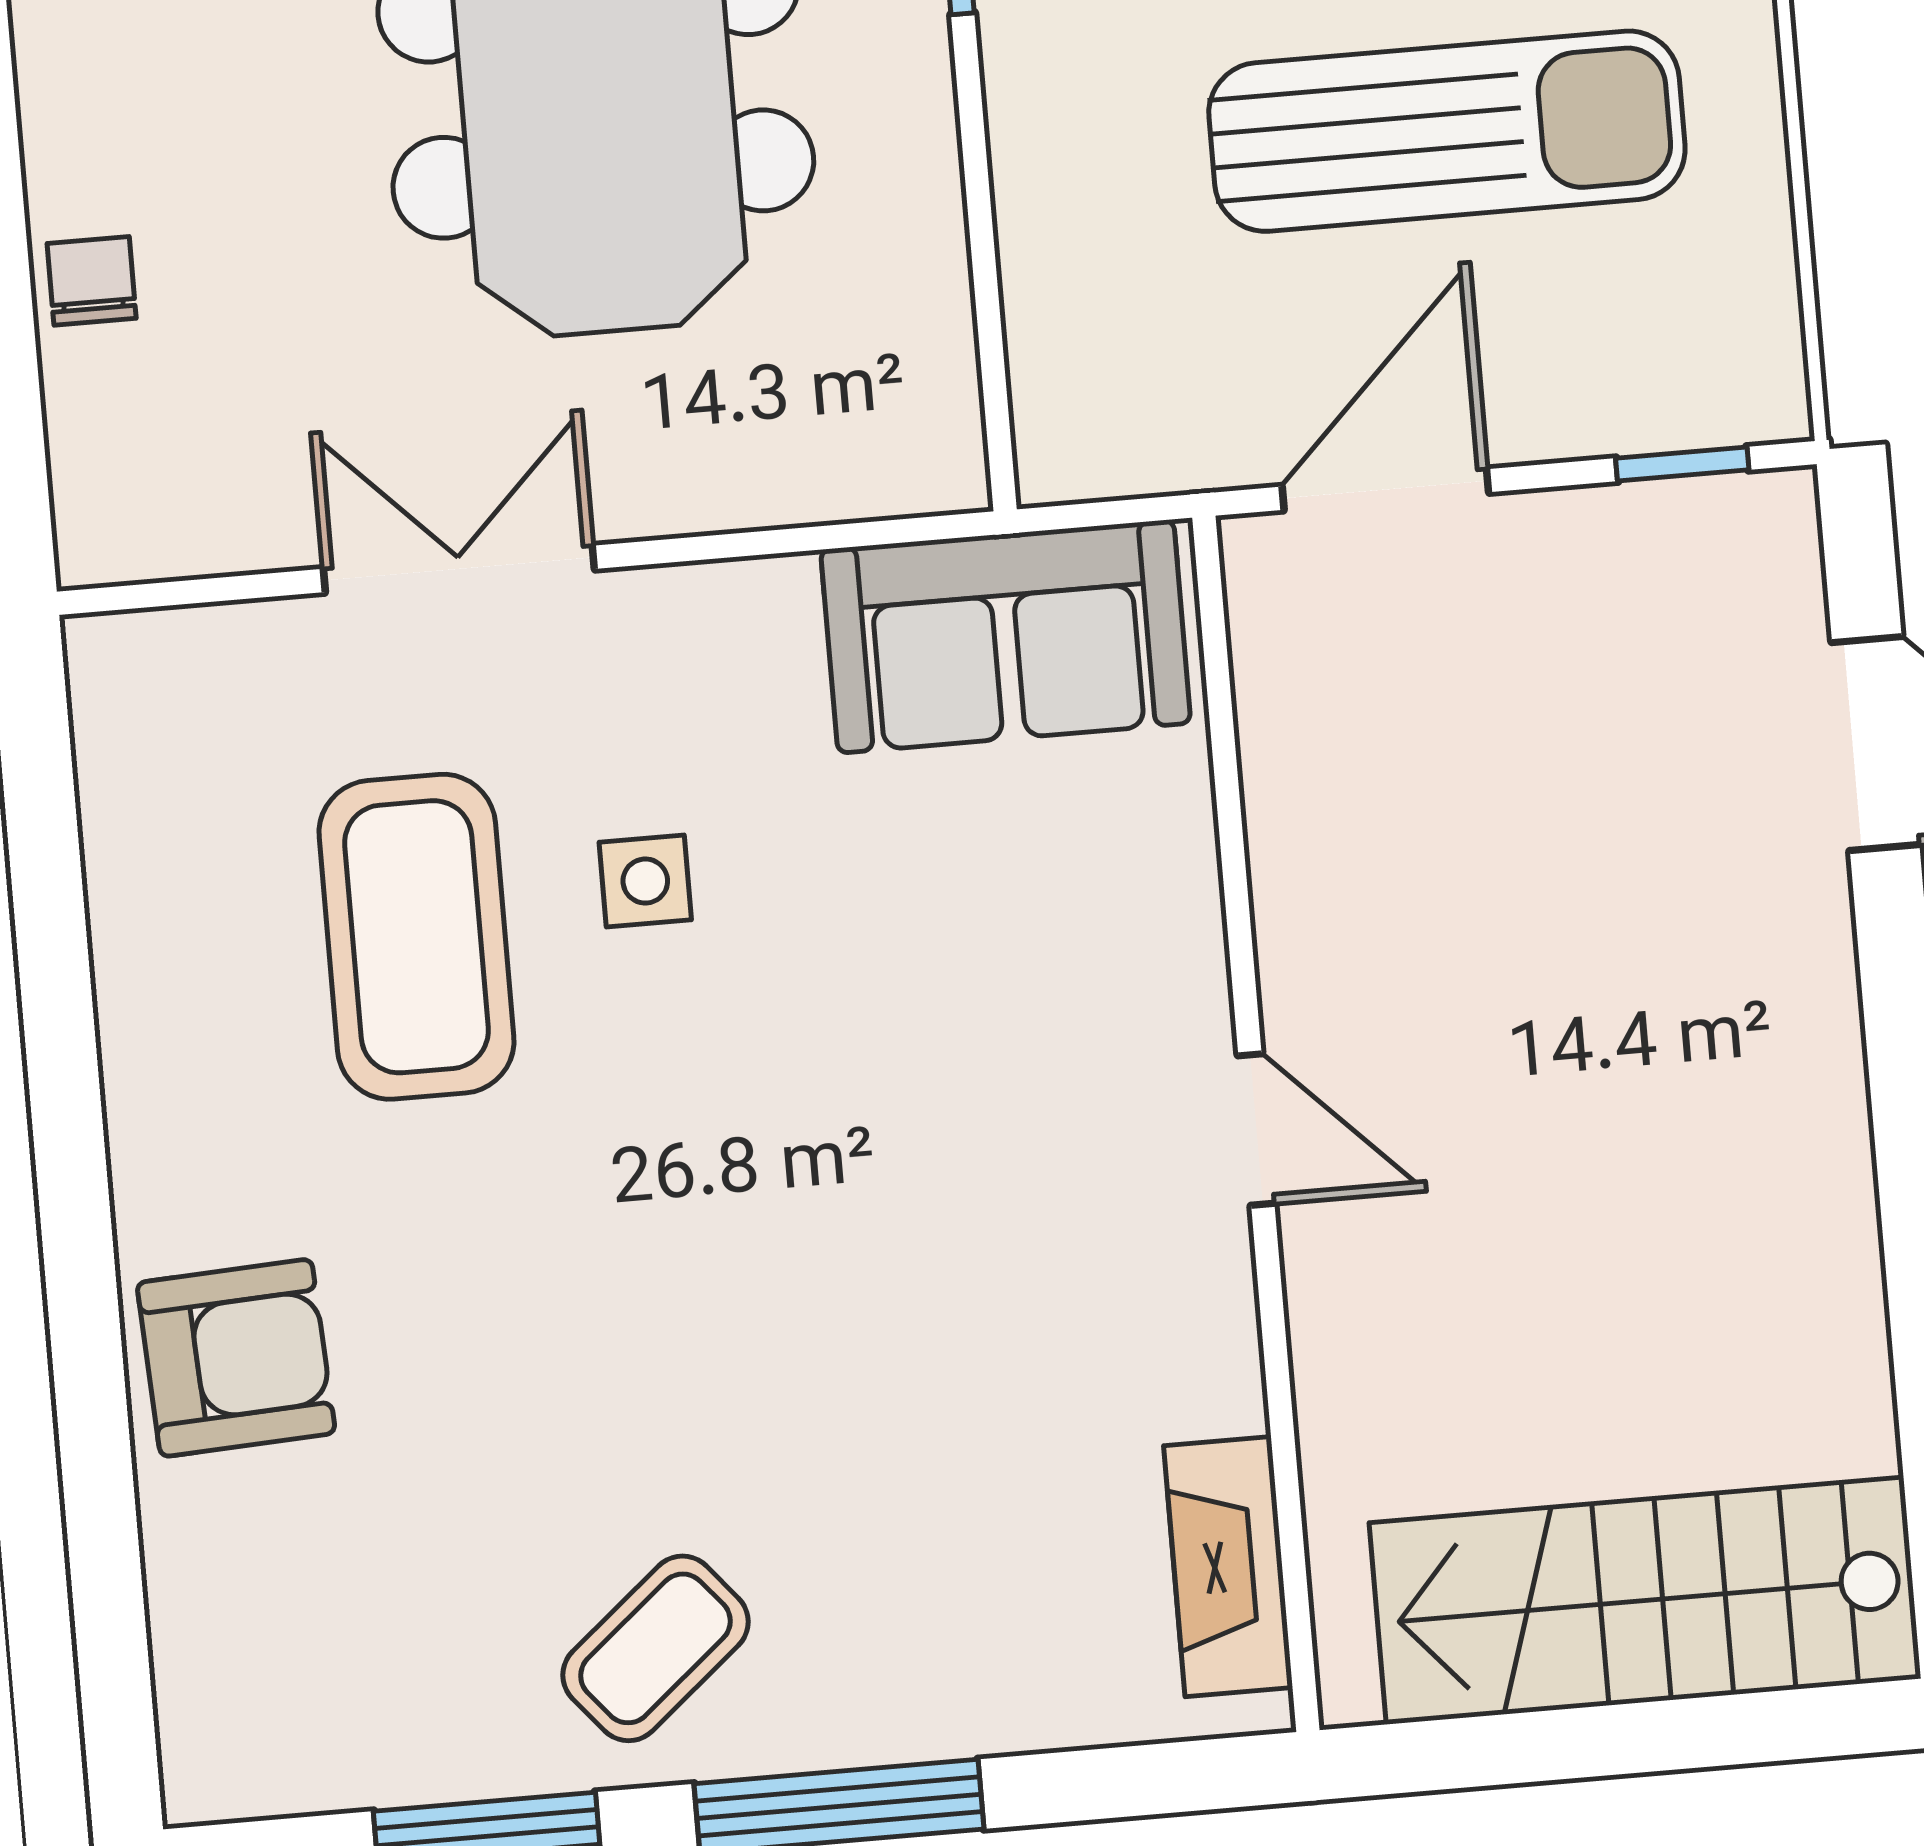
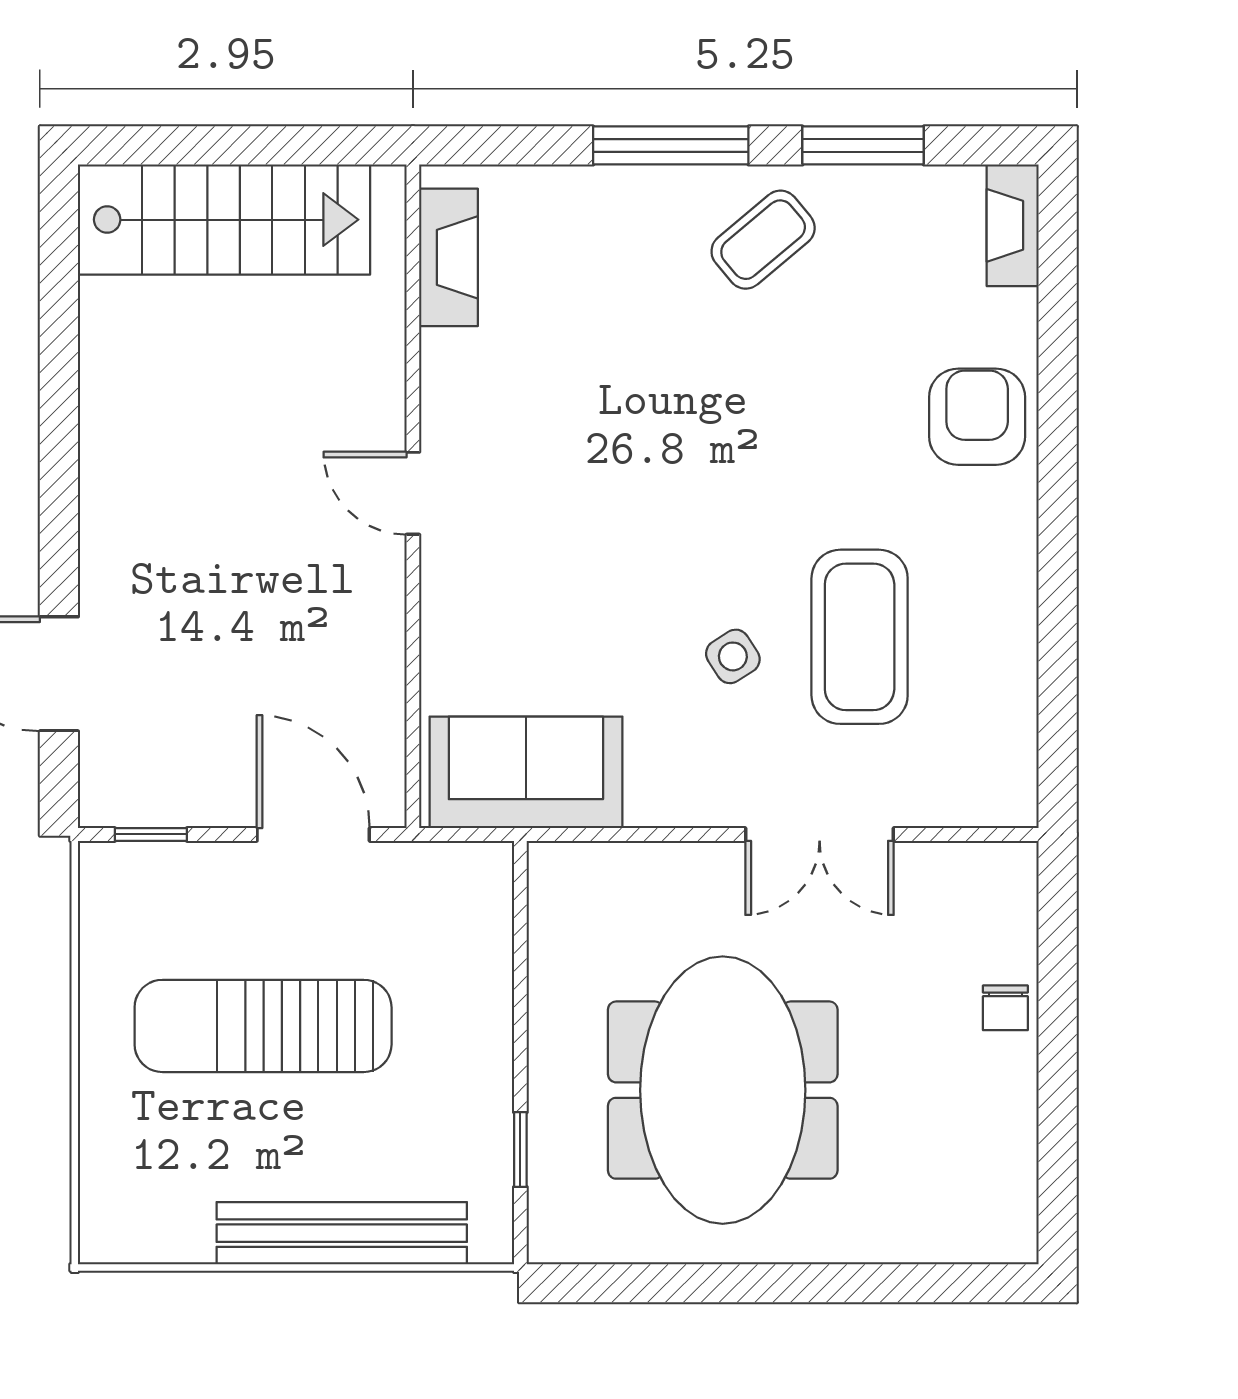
door: (1385, 489) -> (313, 834), swing flipped
side table: (645, 881) -> (733, 656), turned -33
armchair: (236, 1358) -> (977, 417), turned 93
fireplace: (201, 1714) -> (1013, 225), added

